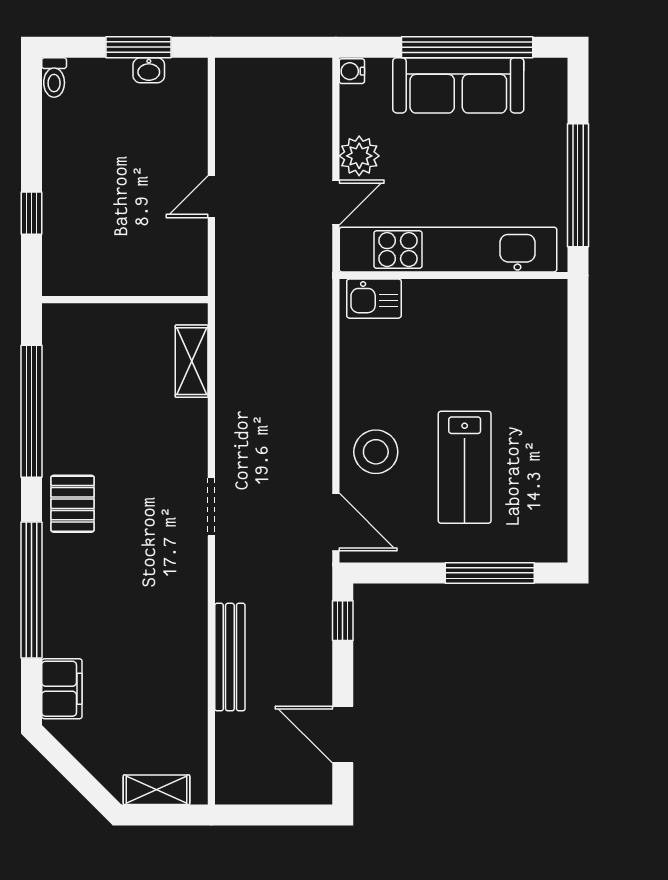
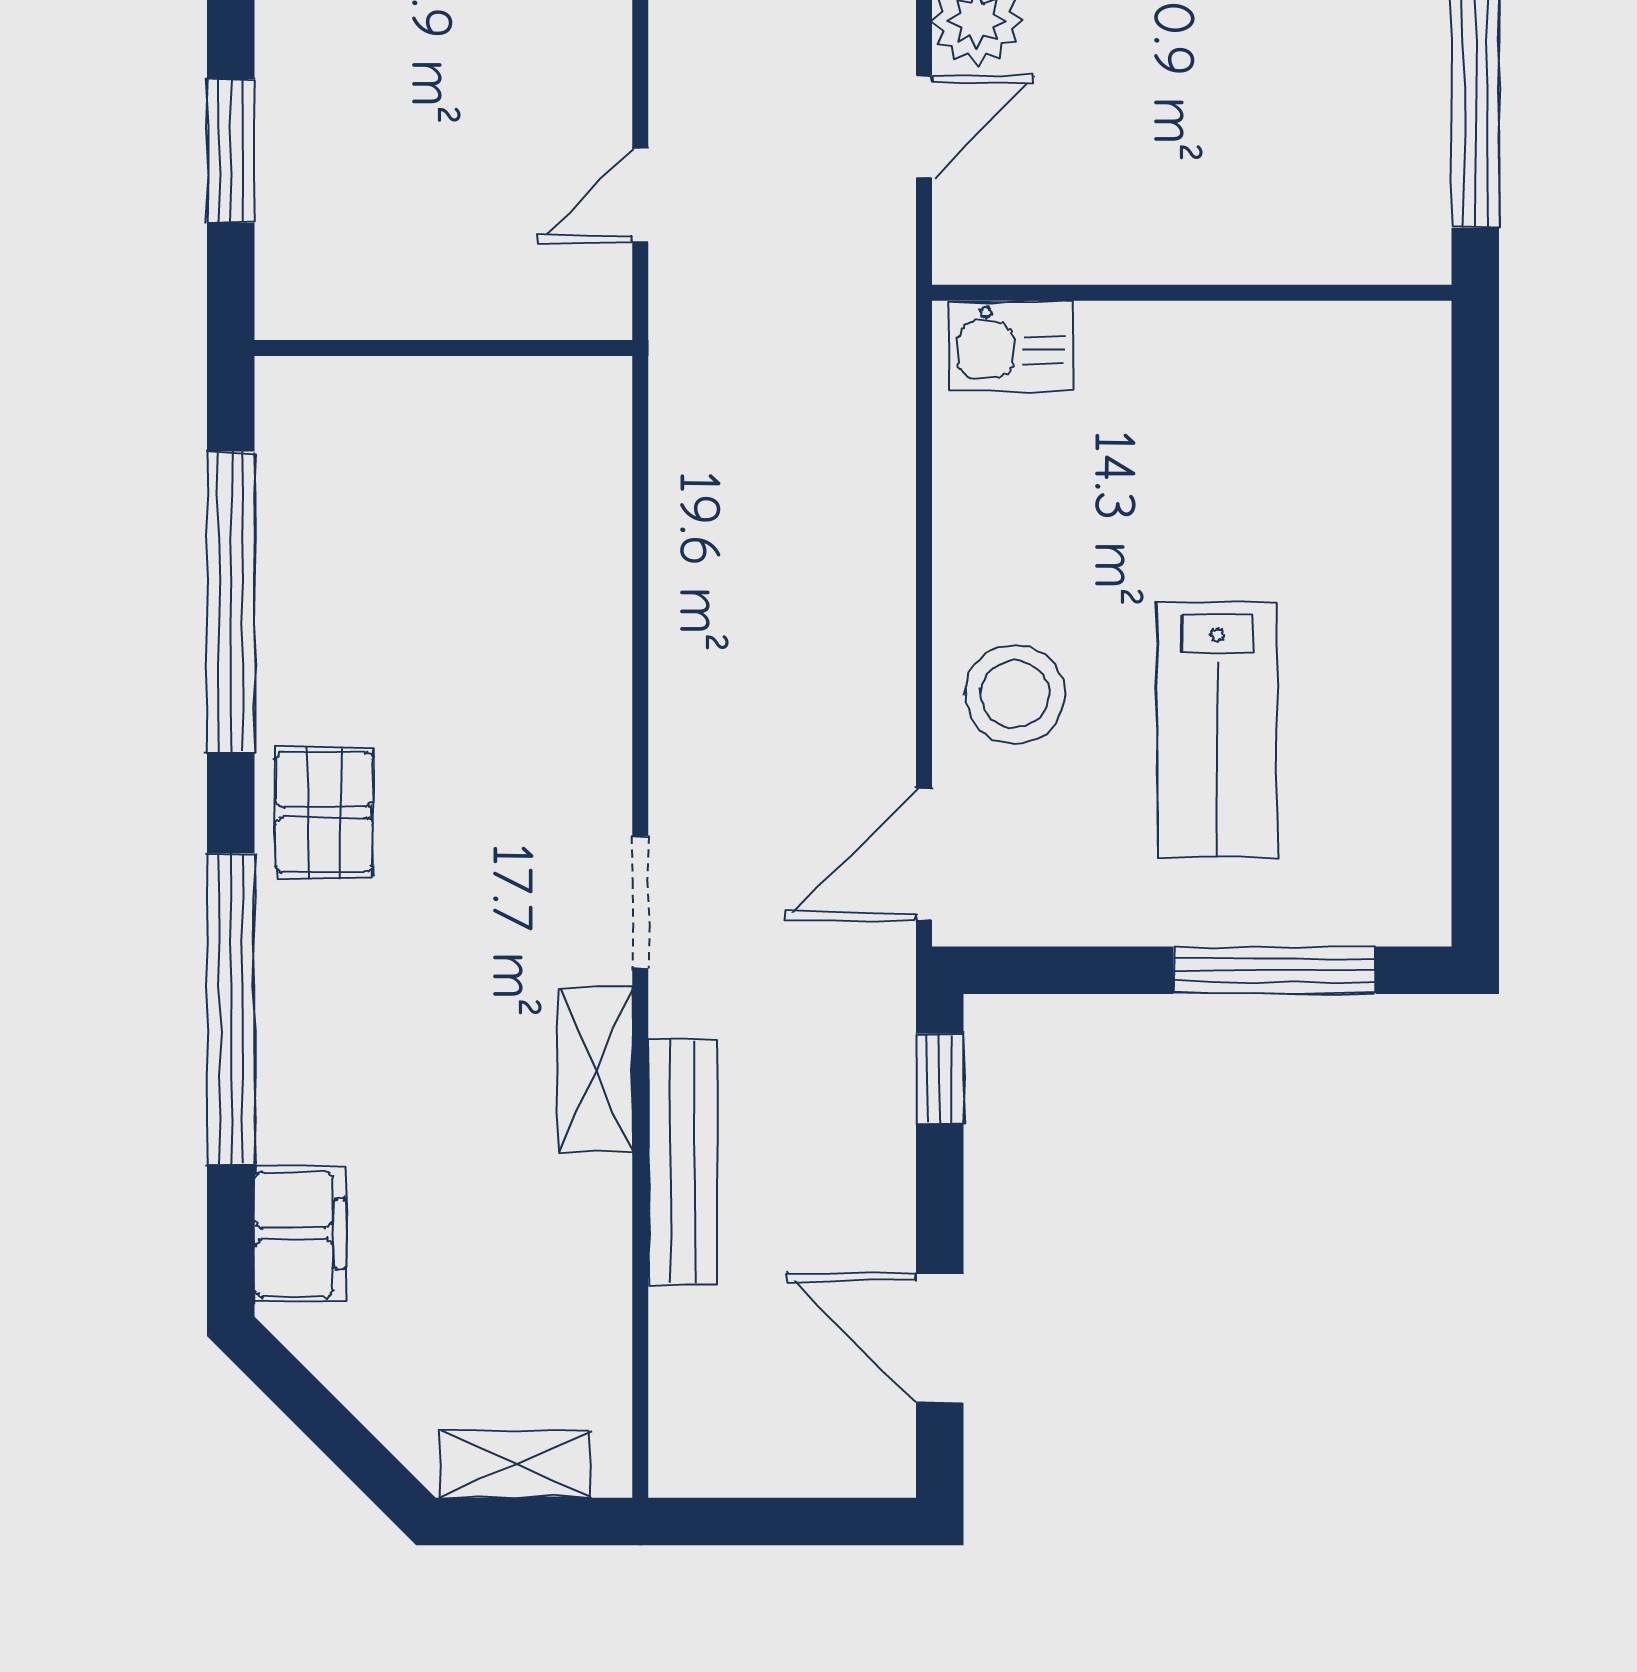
door: (211, 197) -> (640, 195), moved
window: (31, 213) -> (231, 151), width x1.50
kitchen unit: (448, 250) -> (1179, 234), removed
shelving: (192, 361) -> (595, 1070), moved
doorway: (211, 507) -> (640, 902), moved
door: (336, 522) -> (924, 854), swing flipped

